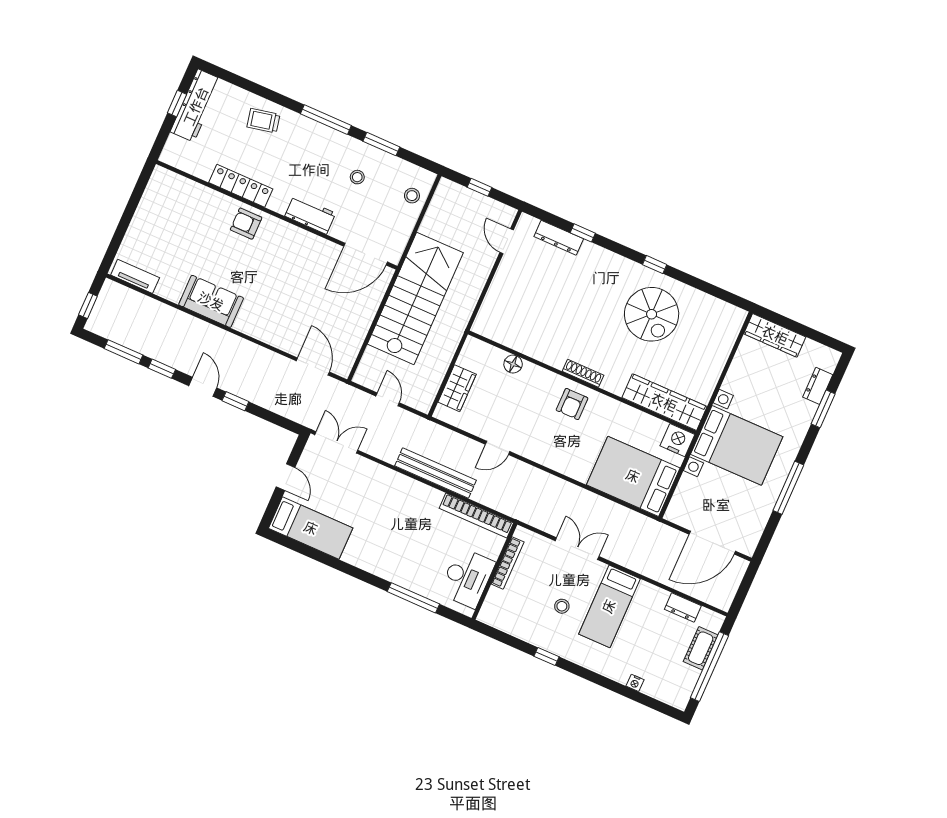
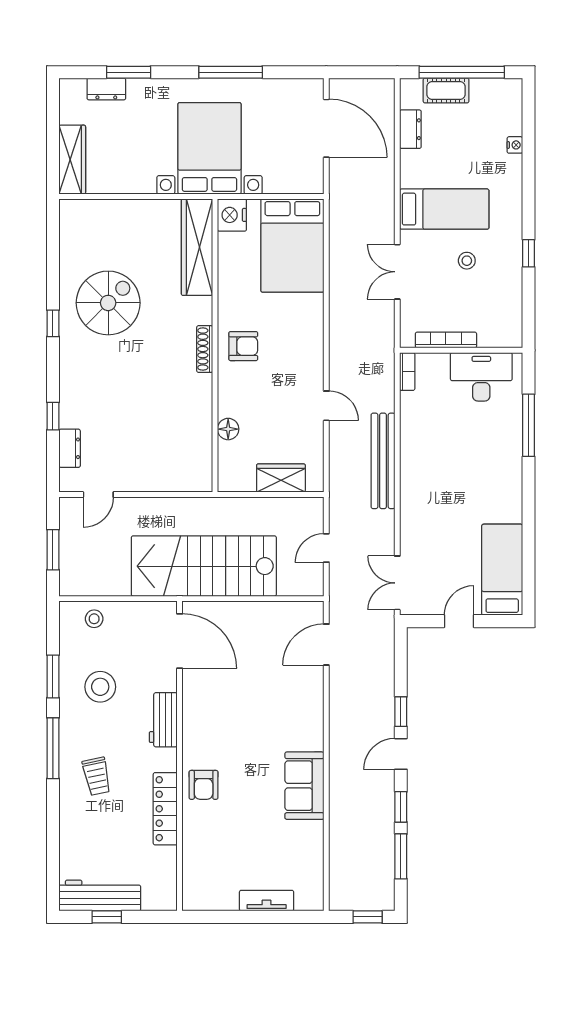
trolley: (263, 121) -> (97, 776), moved
stool: (357, 177) -> (100, 687), width x1.89, depth x1.89
window: (479, 187) -> (53, 550), width x1.50
dresser: (559, 238) -> (70, 448), width x0.70
tv unit: (135, 276) -> (267, 901), moved, turned 90
bookcase: (476, 516) -> (407, 372), width x0.43, depth x0.76

